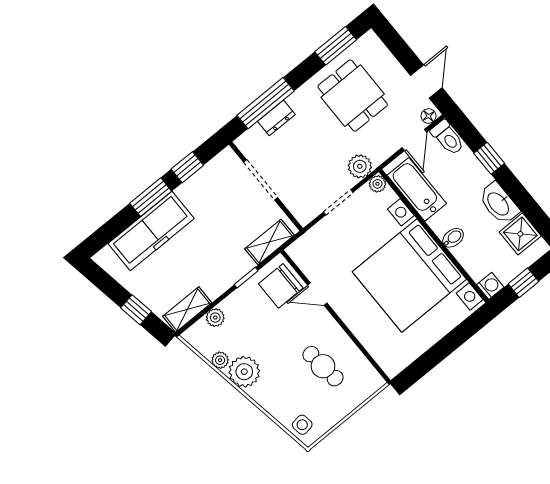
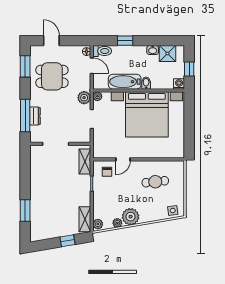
door: (426, 82) -> (51, 41), moved
window: (187, 167) -> (25, 170), removed
bathtub: (417, 189) -> (125, 82), moved
window: (151, 197) -> (25, 211), moved
washbasin: (499, 203) -> (153, 50), width x0.52, depth x0.69
freezer: (151, 231) -> (40, 207), removed
chair: (281, 286) -> (107, 172), width x0.54, depth x0.54
plant: (215, 318) -> (98, 224), moved

